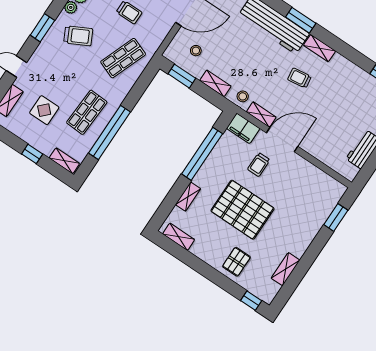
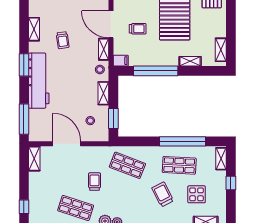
trolley: (78, 36) -> (163, 194), moved
shelving: (320, 48) -> (34, 29), moved
filing cabinet: (243, 128) -> (121, 61), width x0.50

